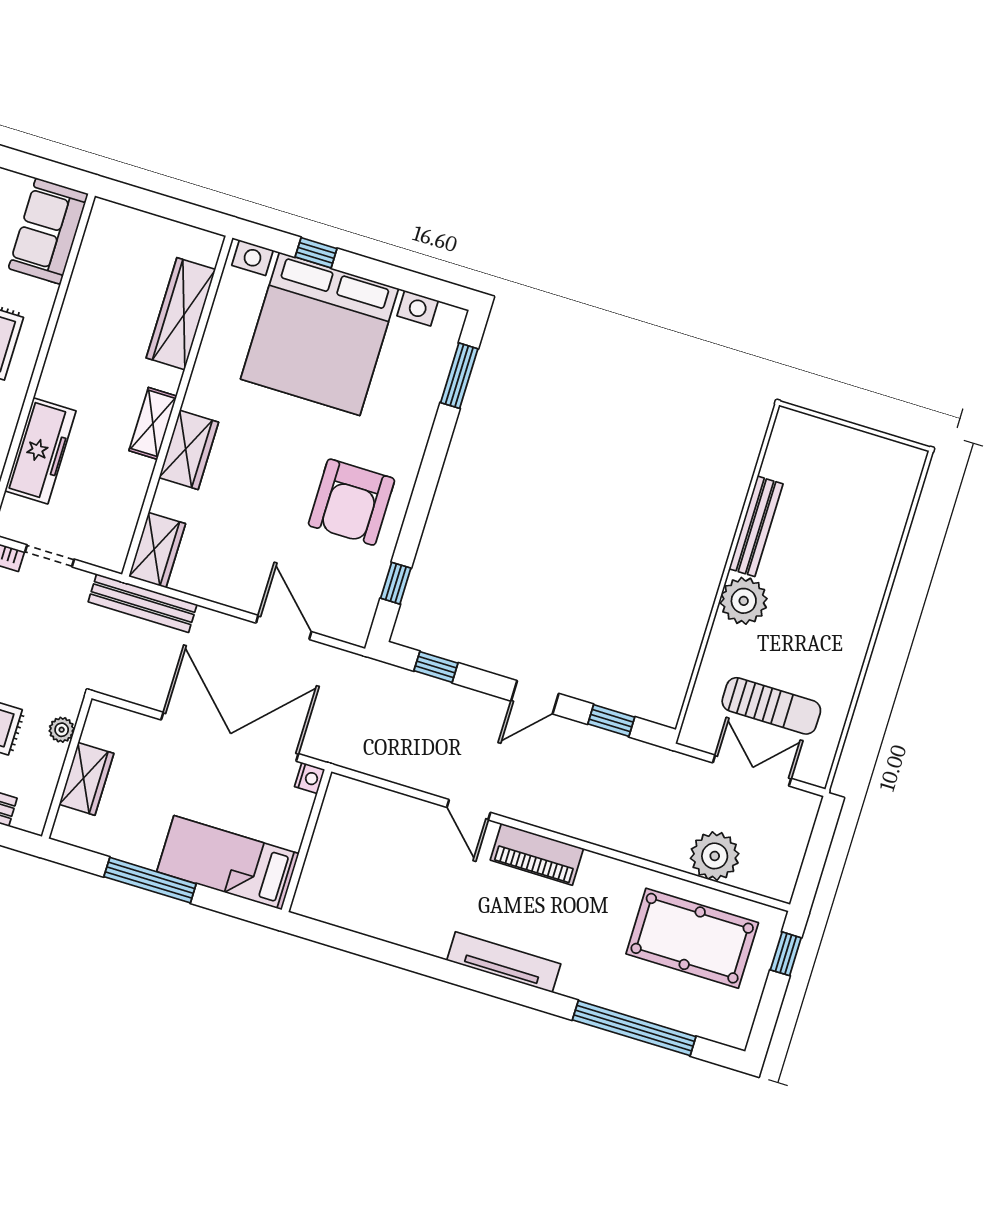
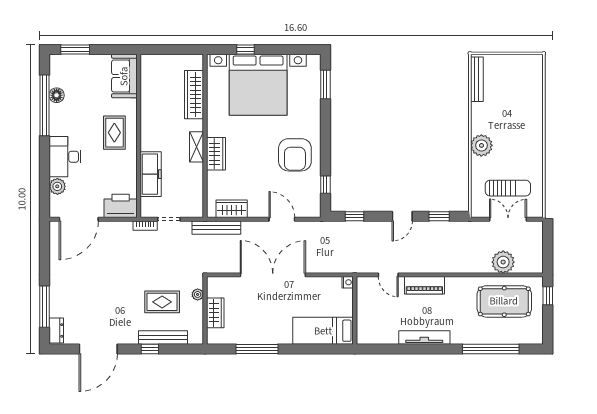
bench: (756, 526) -> (477, 79), moved
wardrobe: (157, 550) -> (232, 209), moved, turned -90
nightstand: (310, 778) -> (348, 282), moved
wall: (307, 841) -> (355, 310), moved
bed: (228, 863) -> (323, 331), moved

